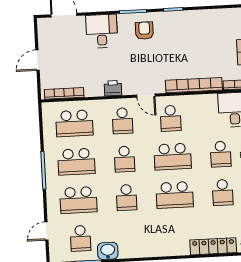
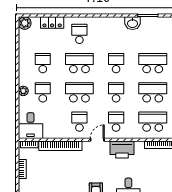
printer: (113, 88) -> (122, 150), width x1.87, depth x1.48
door: (146, 96) -> (97, 140), hinge flipped
school desk: (80, 238) -> (79, 34), moved
locker: (213, 246) -> (52, 23), width x0.66

